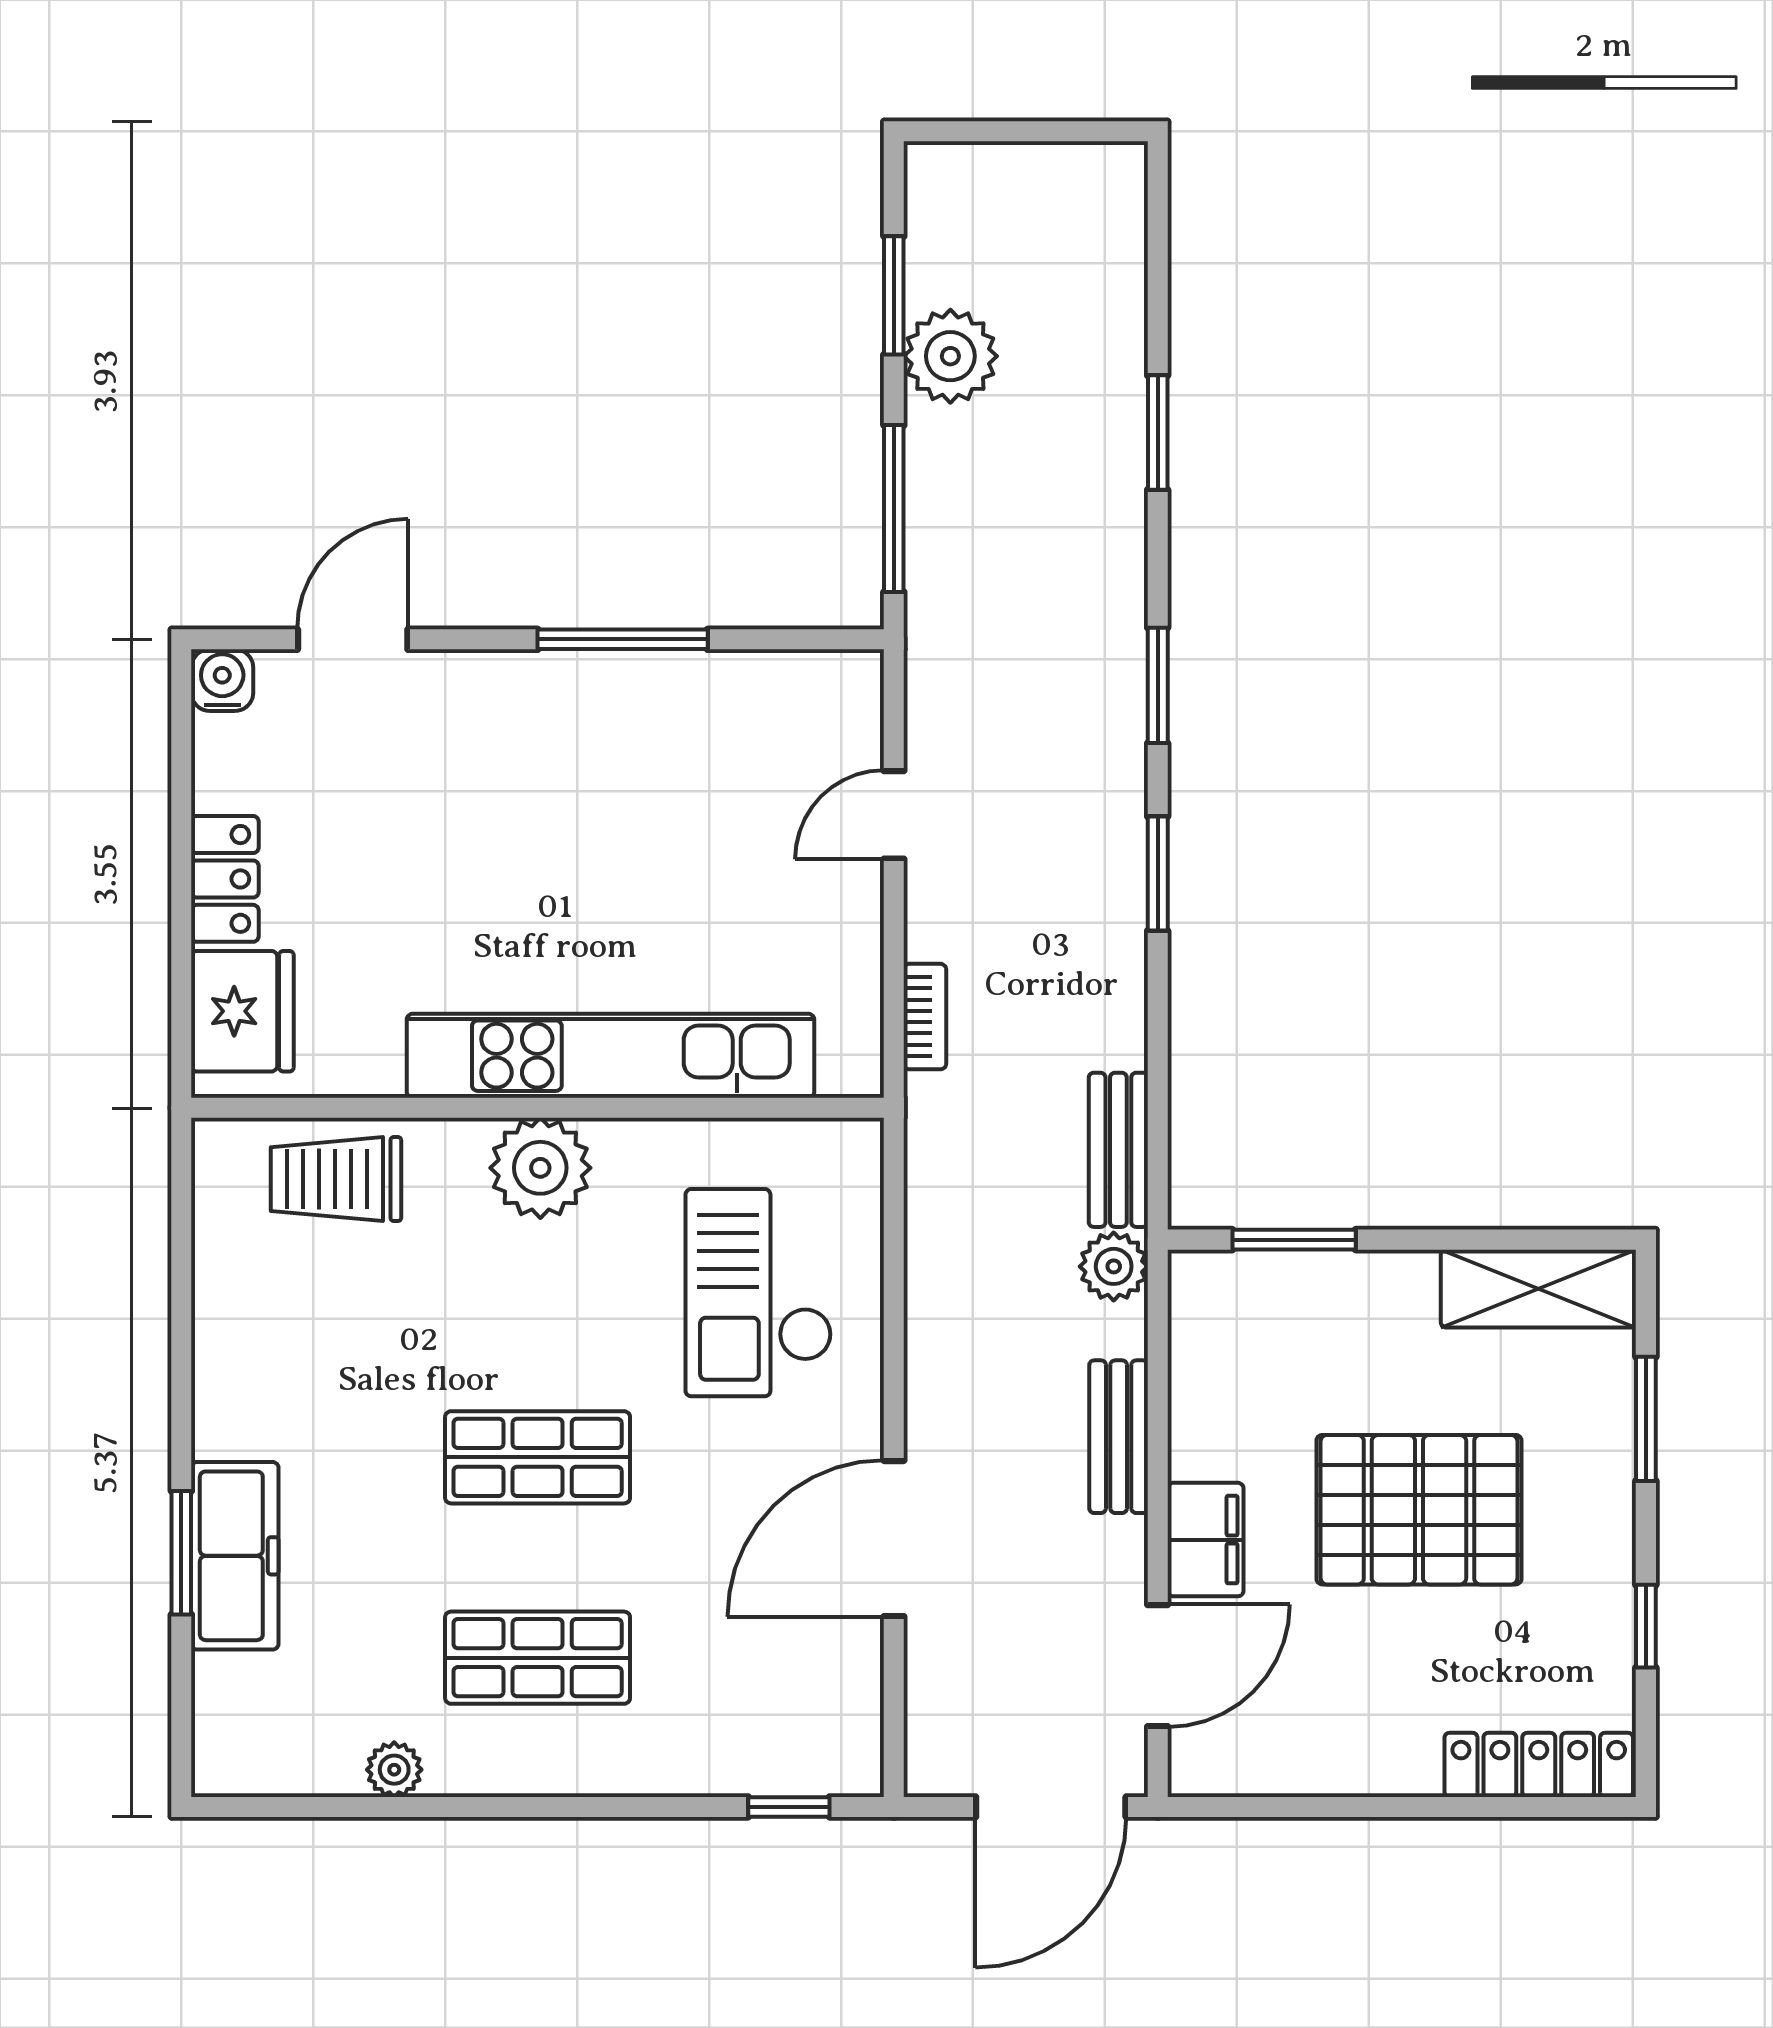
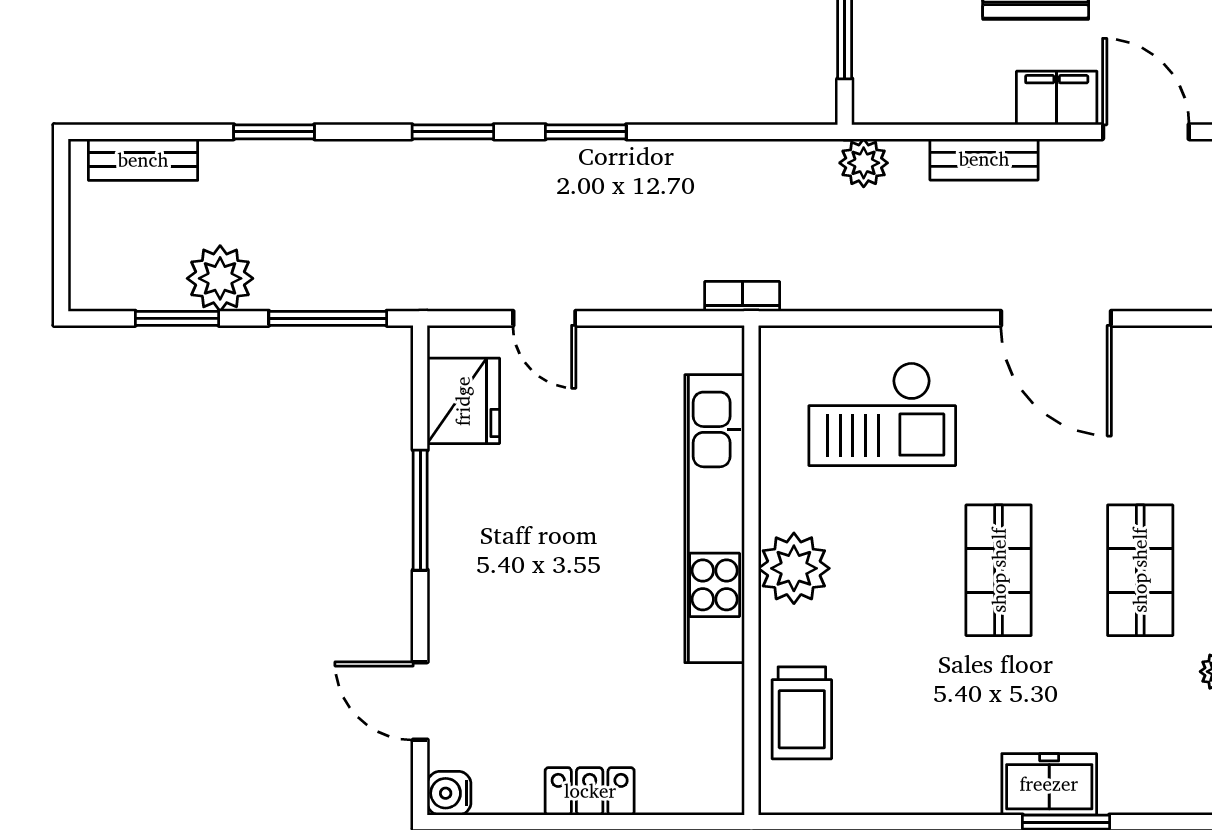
fridge: (242, 1011) -> (463, 401), moved, turned 90
bookcase: (925, 1017) -> (742, 296), moved
bench: (1118, 1150) -> (143, 160), moved
freezer: (235, 1556) -> (1049, 784), width x0.71

